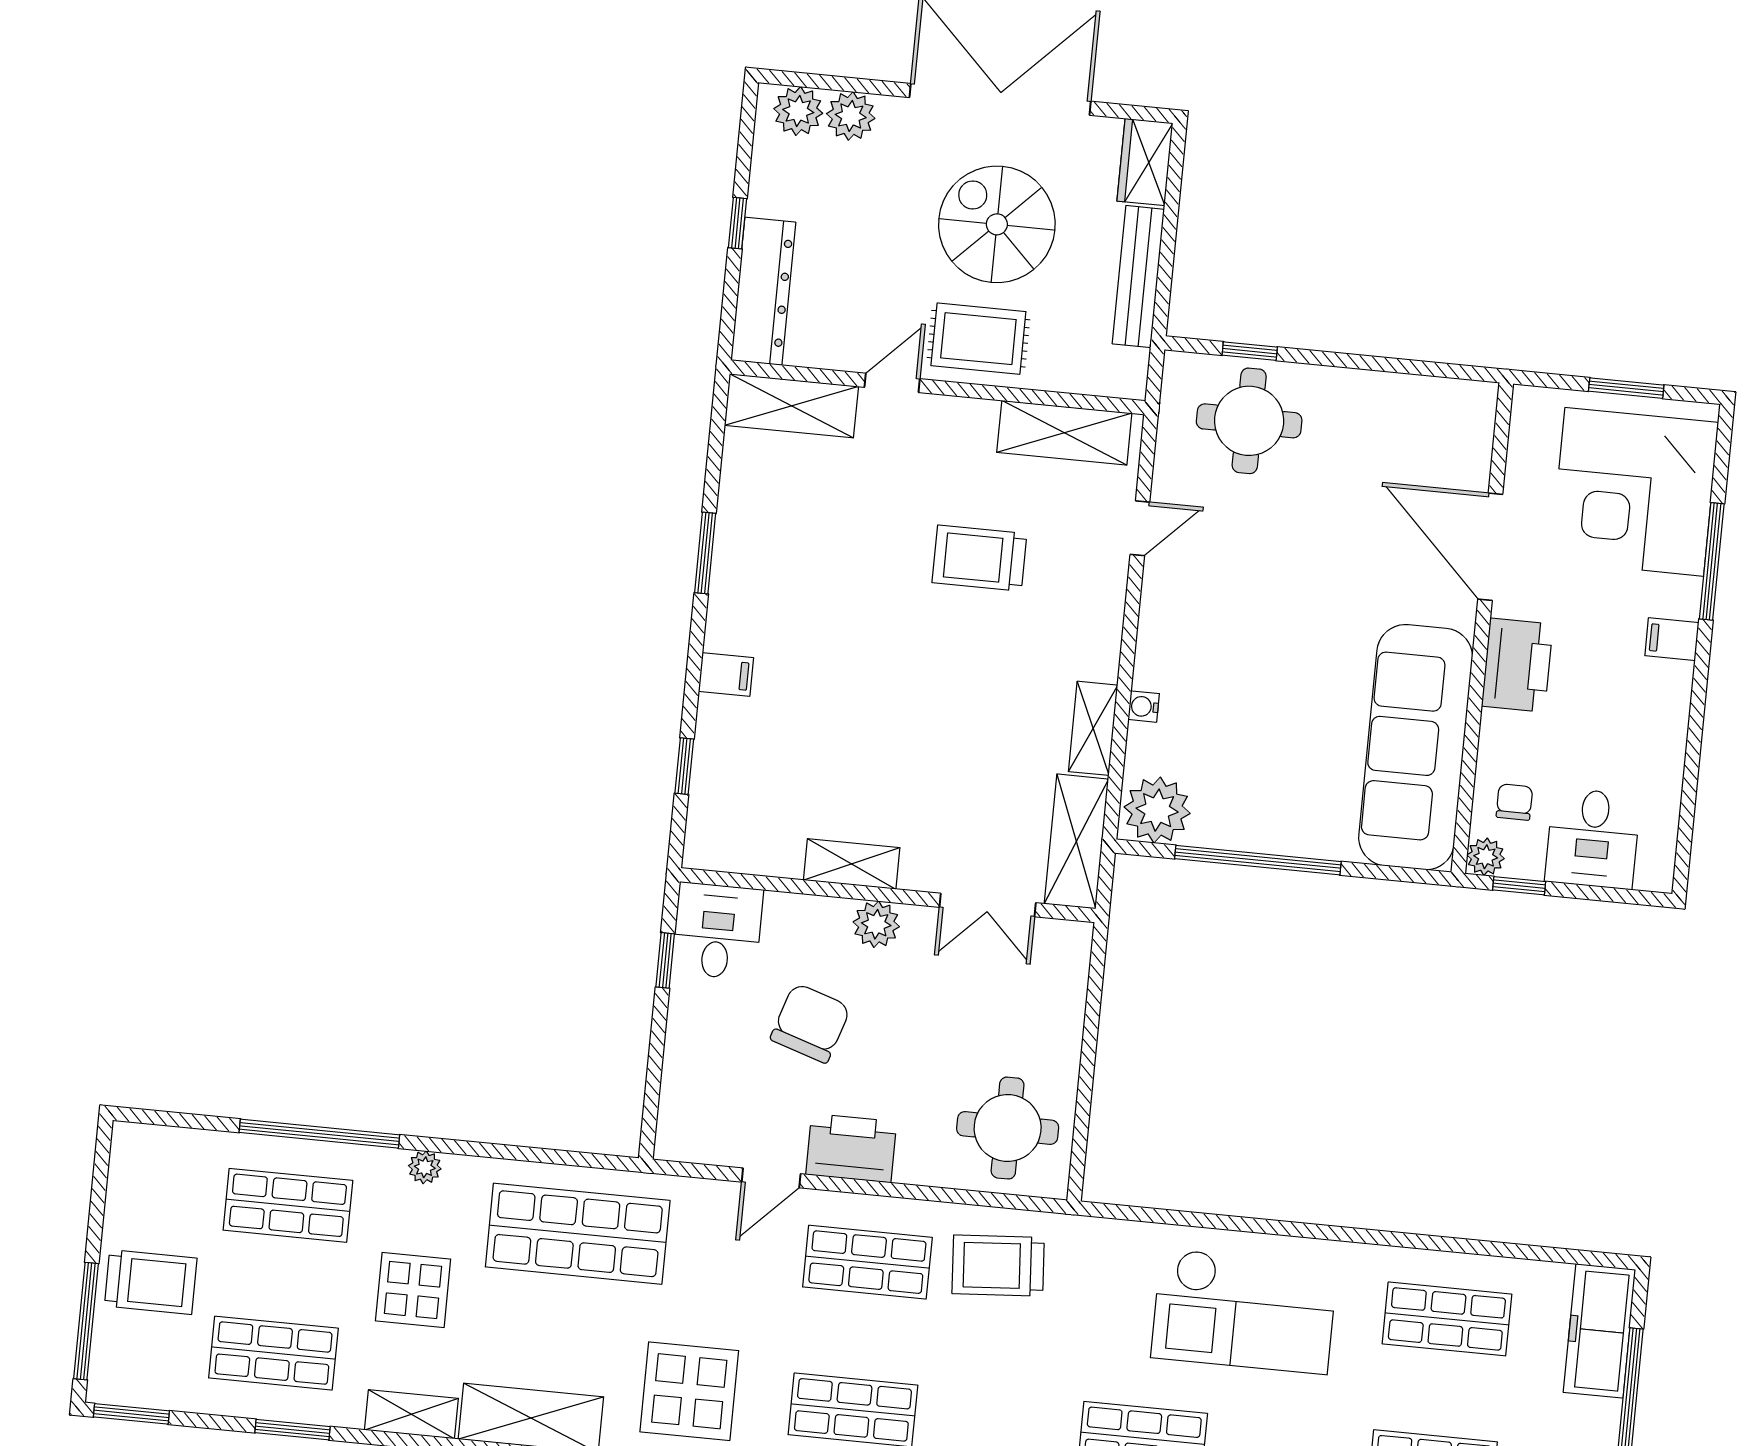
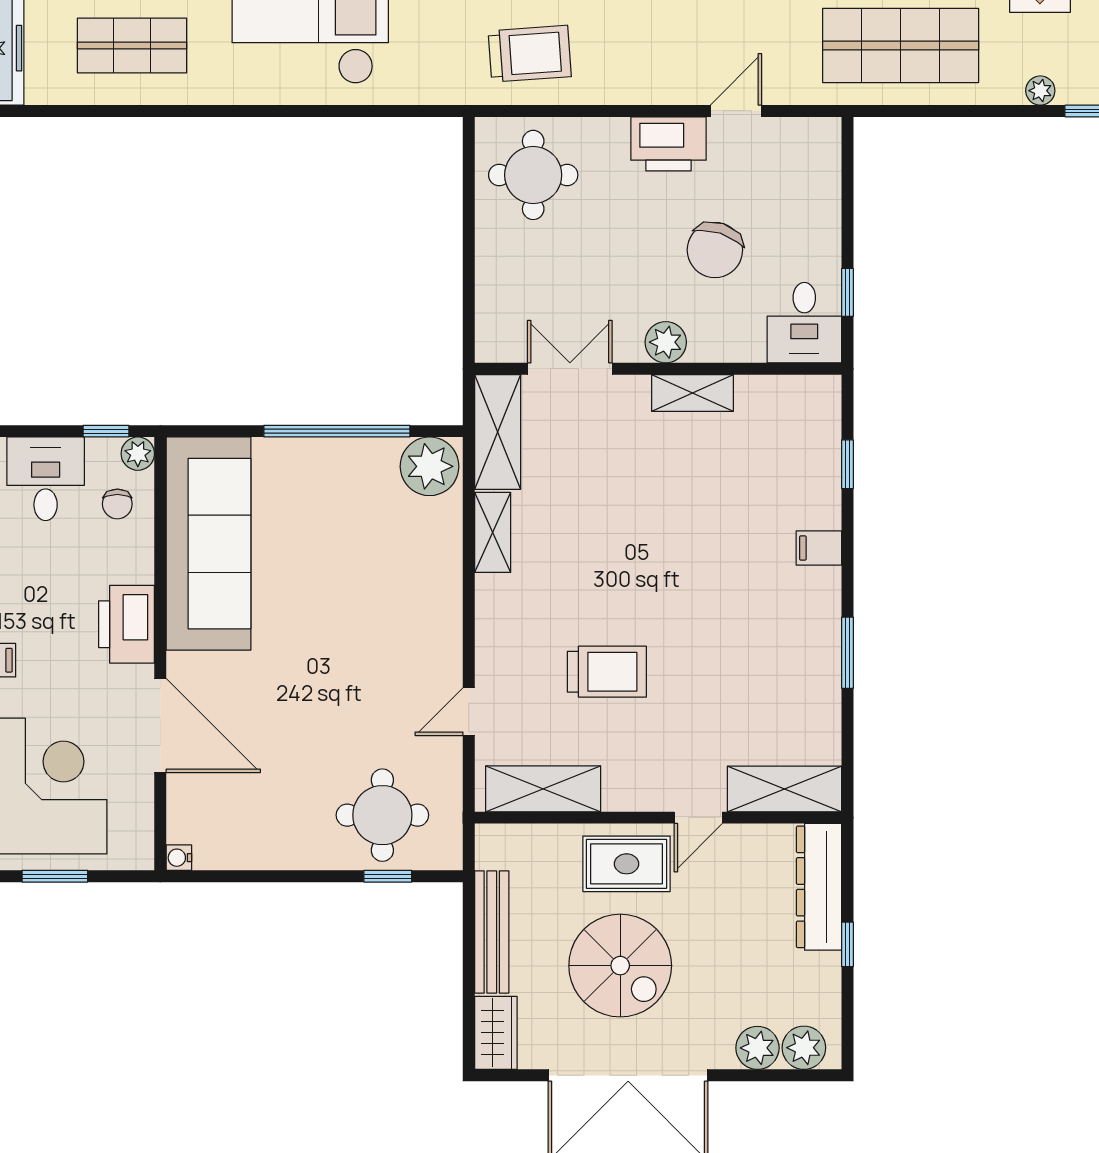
water cooler: (1144, 707) -> (179, 858), moved, turned 180
shop shelf: (867, 1262) -> (644, 46), removed

